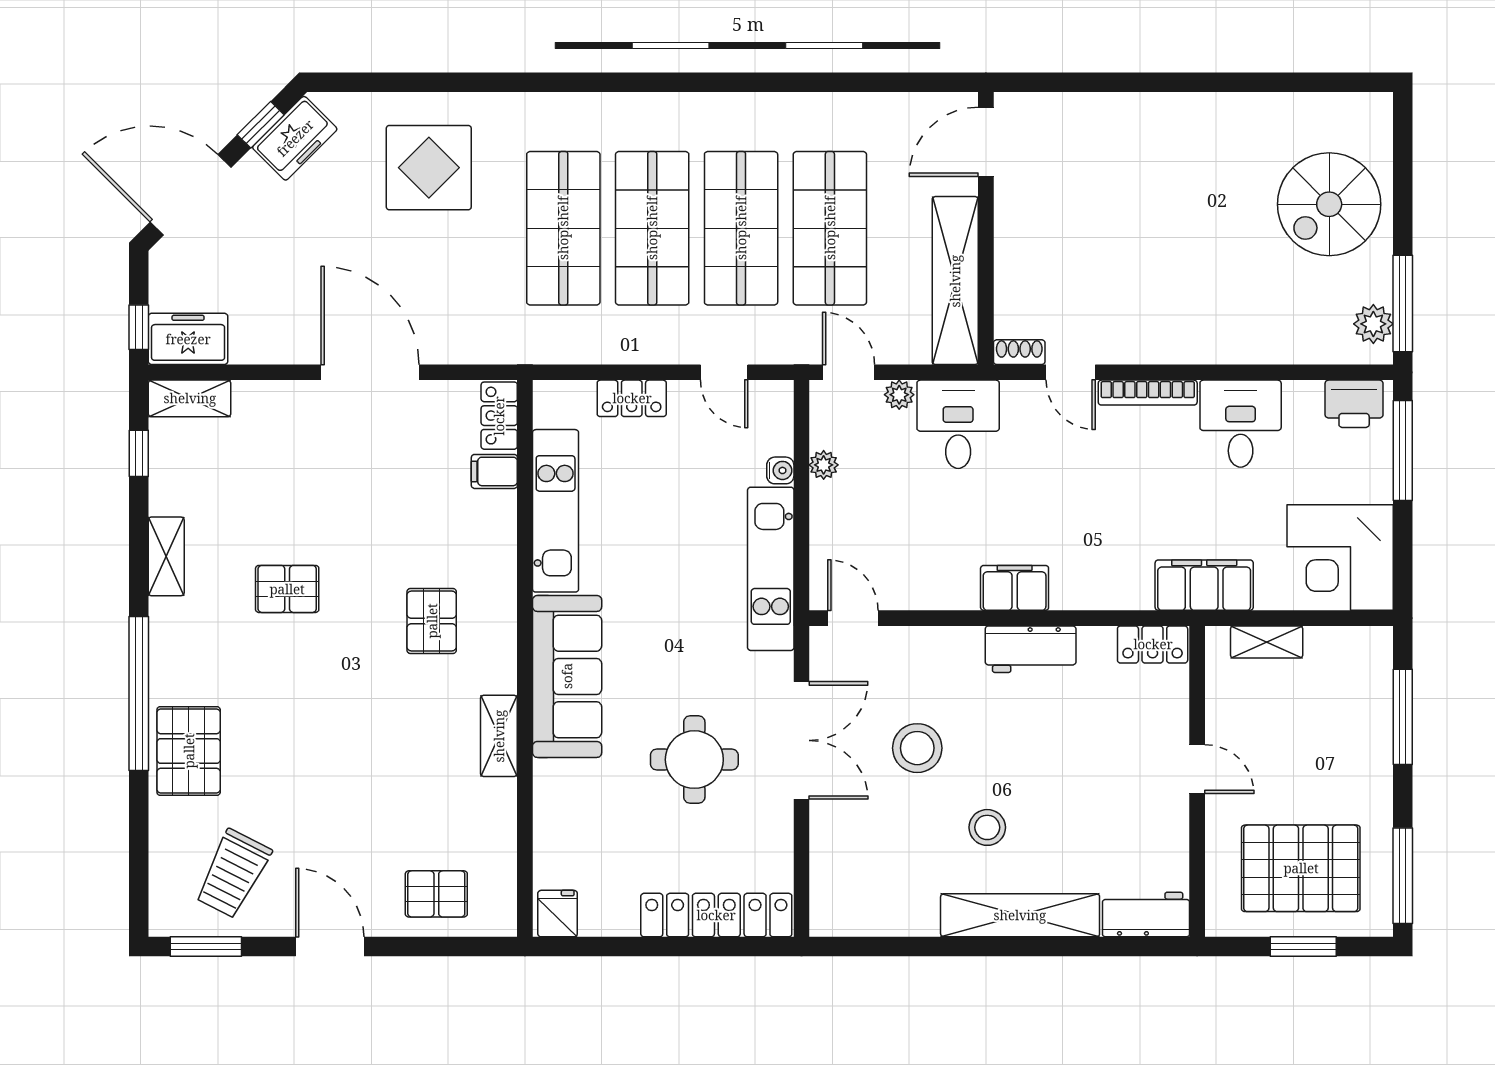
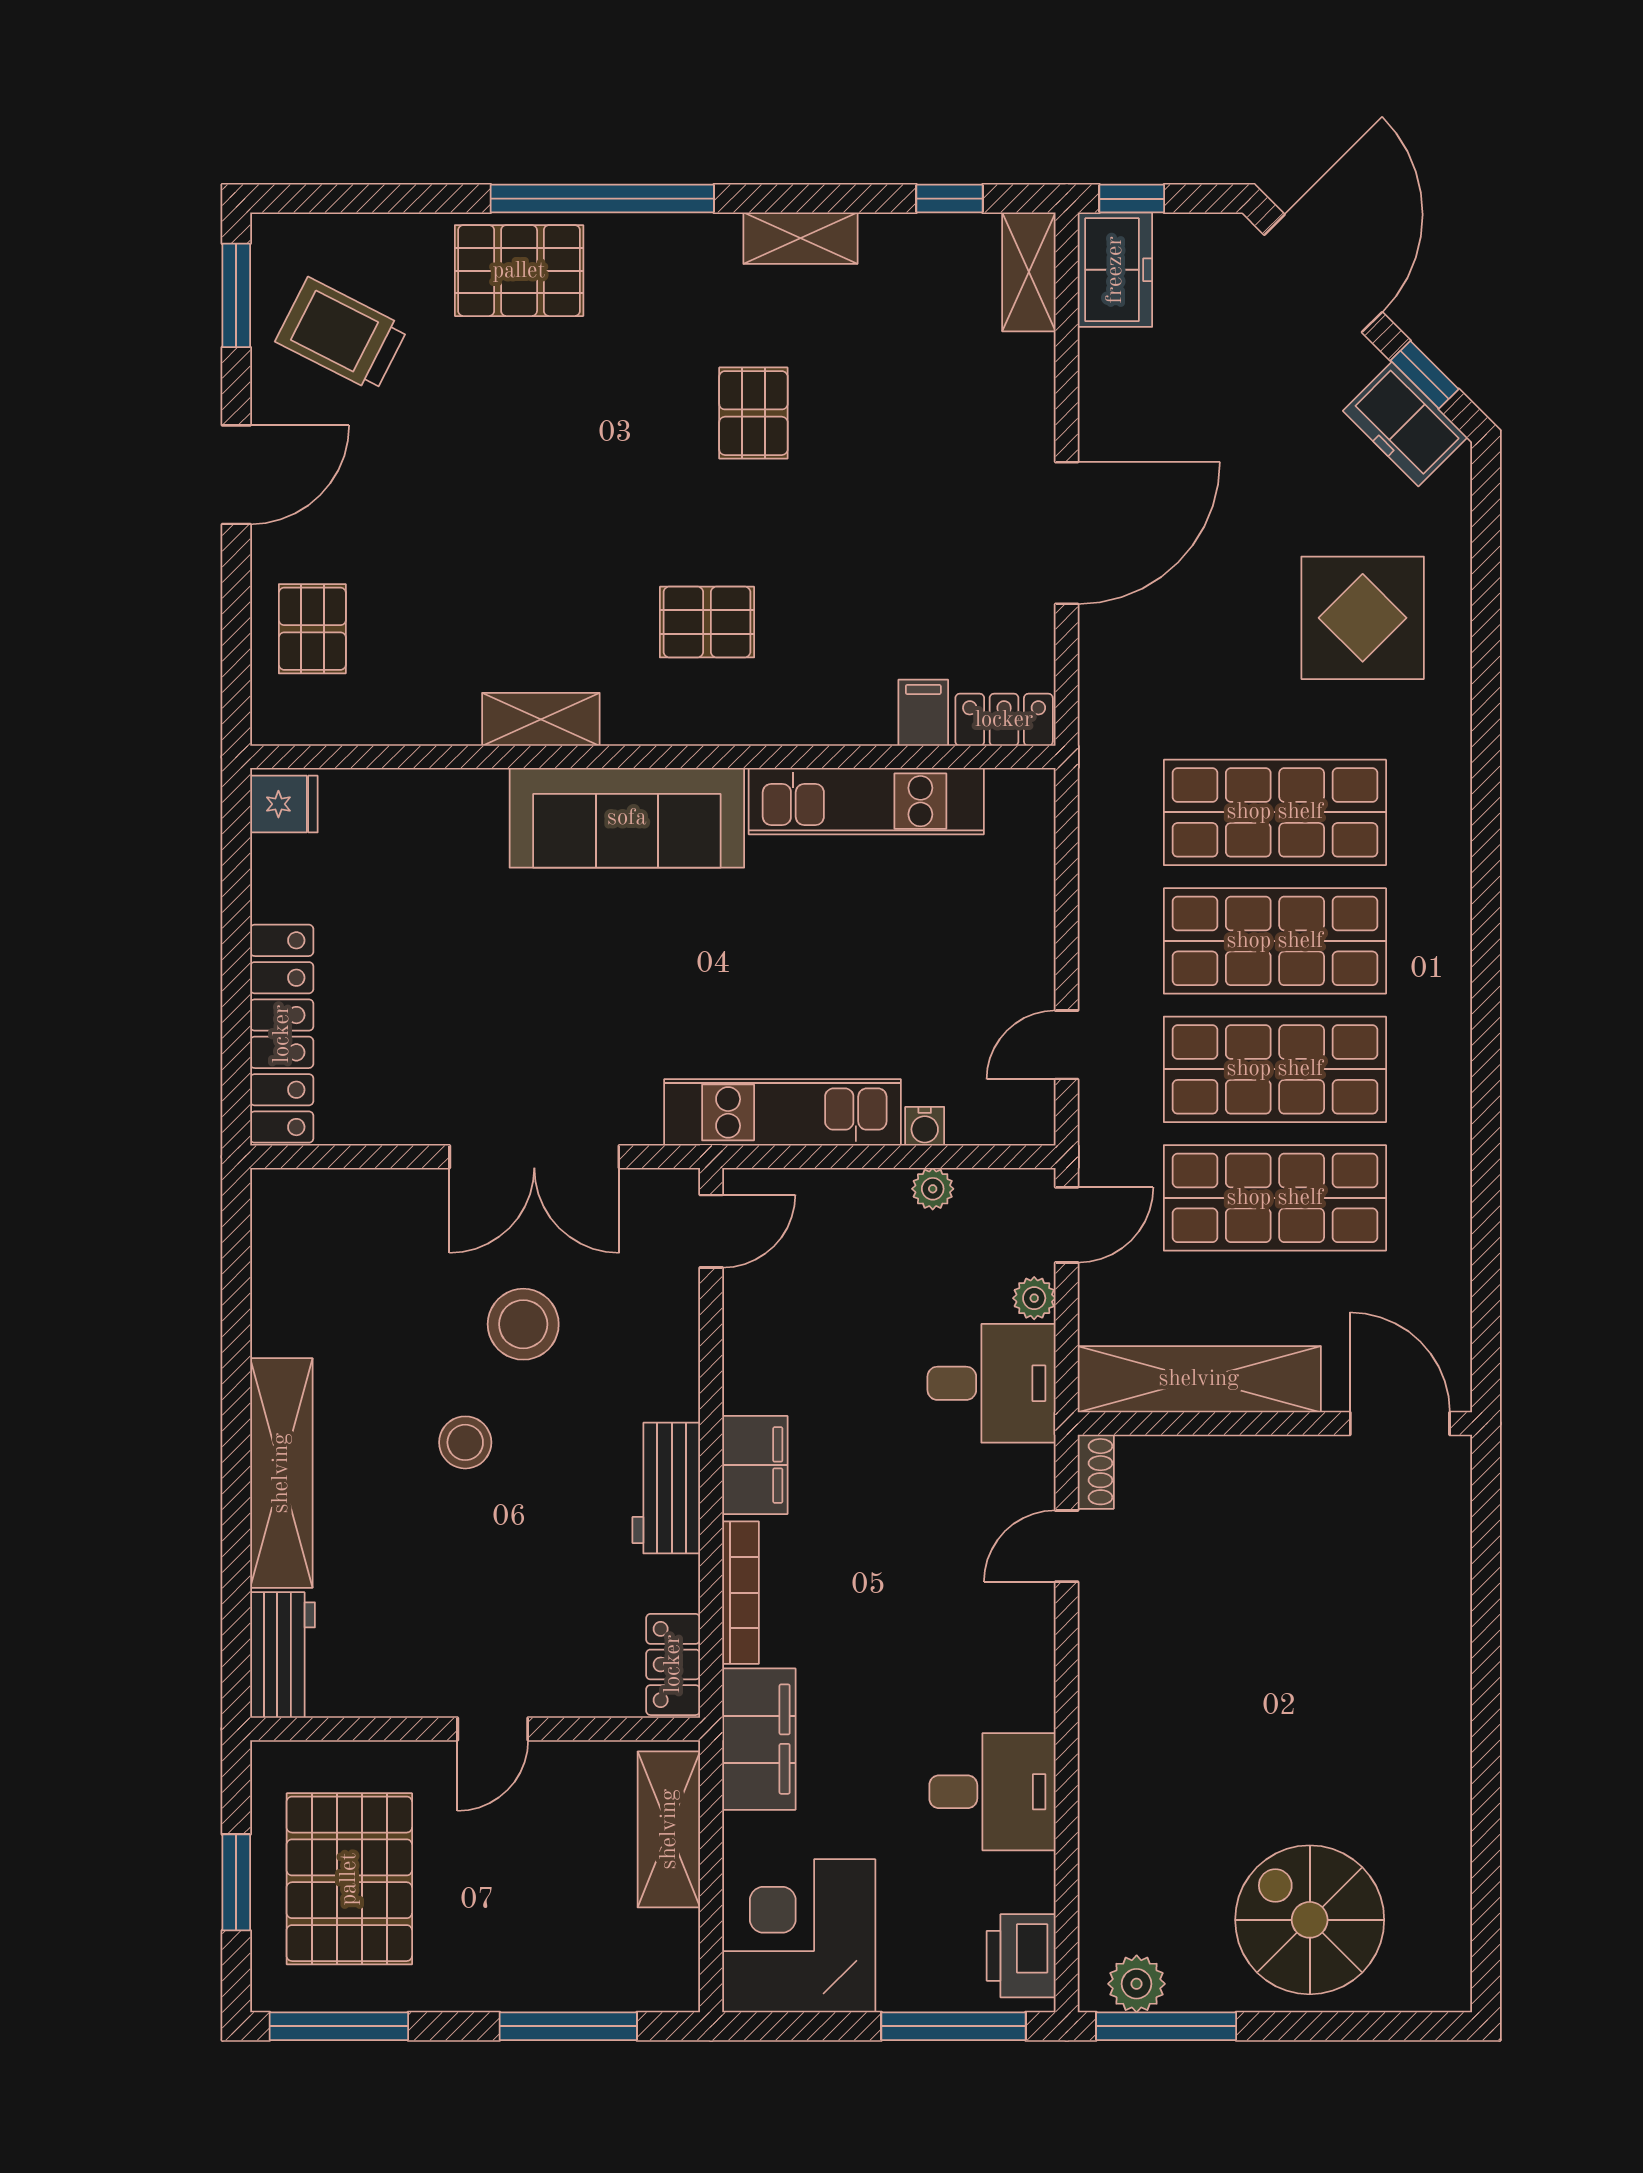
bookcase: (1148, 393) -> (740, 1593), moved, turned 180
locker: (632, 398) -> (1029, 911), removed
shelving: (1267, 642) -> (669, 1829), width x1.50, depth x1.33
round table: (694, 760) -> (507, 1002), removed
stool: (987, 827) -> (465, 1442), moved

